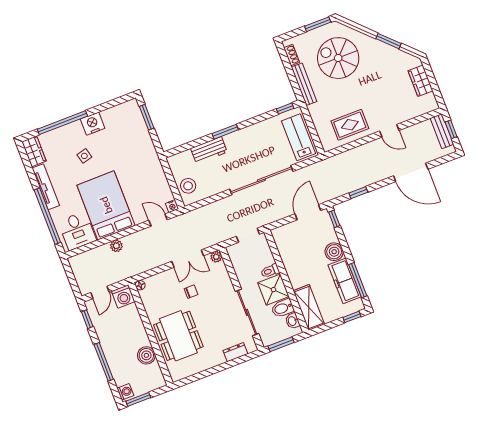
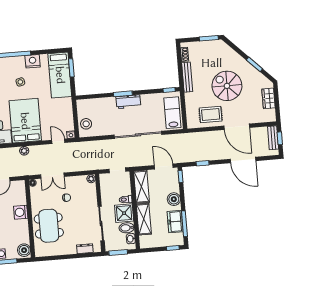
spiral stairs: (338, 58) -> (227, 86), moved
bed: (134, 131) -> (60, 75), added
door: (389, 131) -> (237, 127), width x1.88
workbench: (209, 150) -> (128, 102), moved
door: (308, 212) -> (164, 166), hinge flipped
shelving: (286, 248) -> (141, 187), added
double door: (188, 259) -> (52, 176), moved
freezer: (345, 281) -> (175, 222), width x0.71
washing machine: (123, 296) -> (21, 212), moved, turned 90
shelving: (309, 307) -> (144, 219), moved
boiler: (146, 355) -> (24, 250), moved

